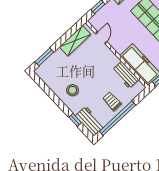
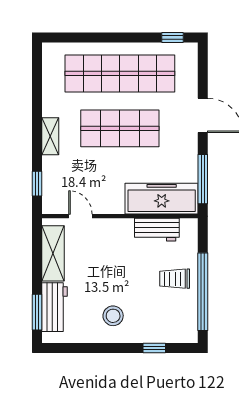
workbench: (90, 121) -> (54, 307), moved, turned 90

